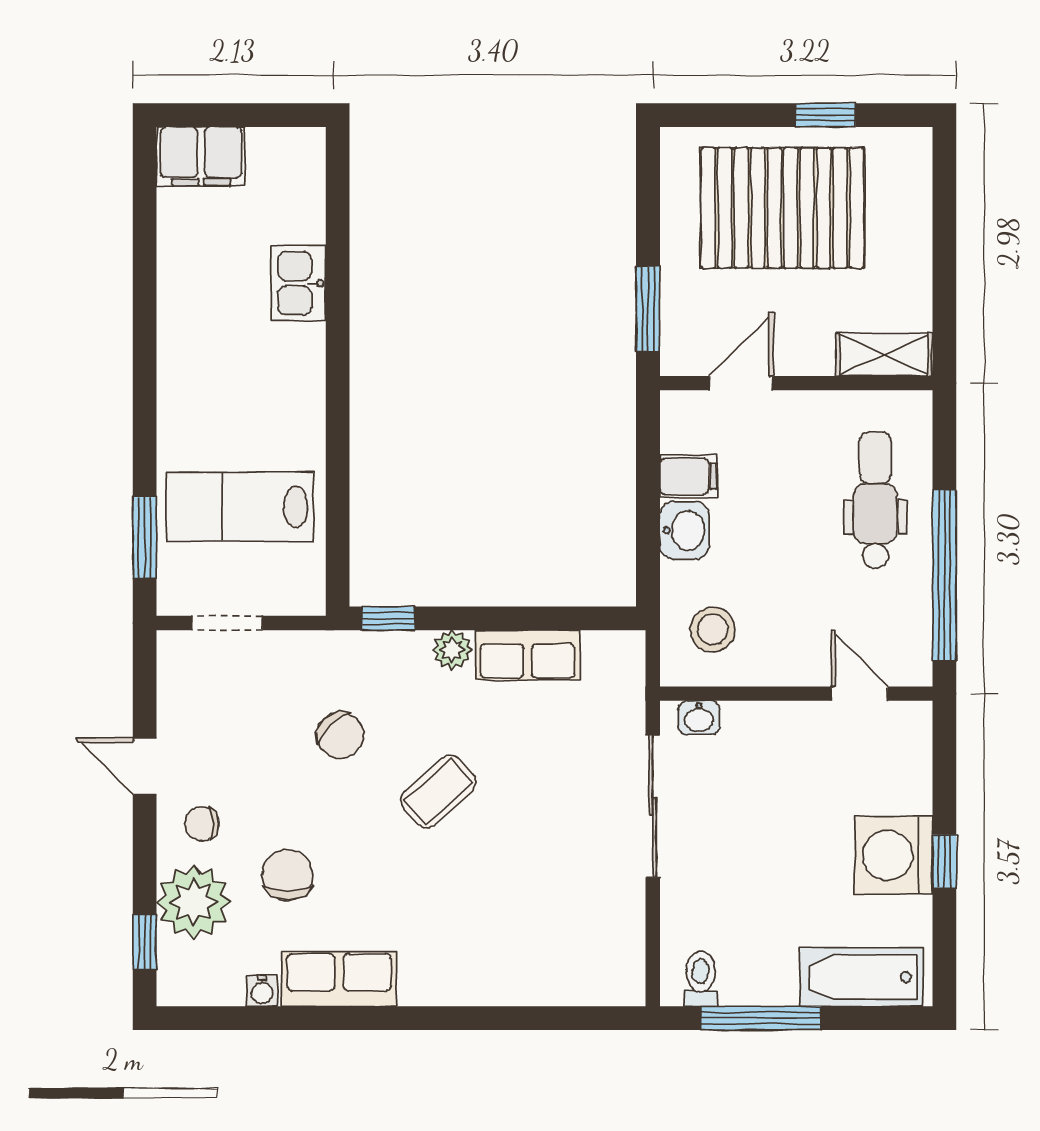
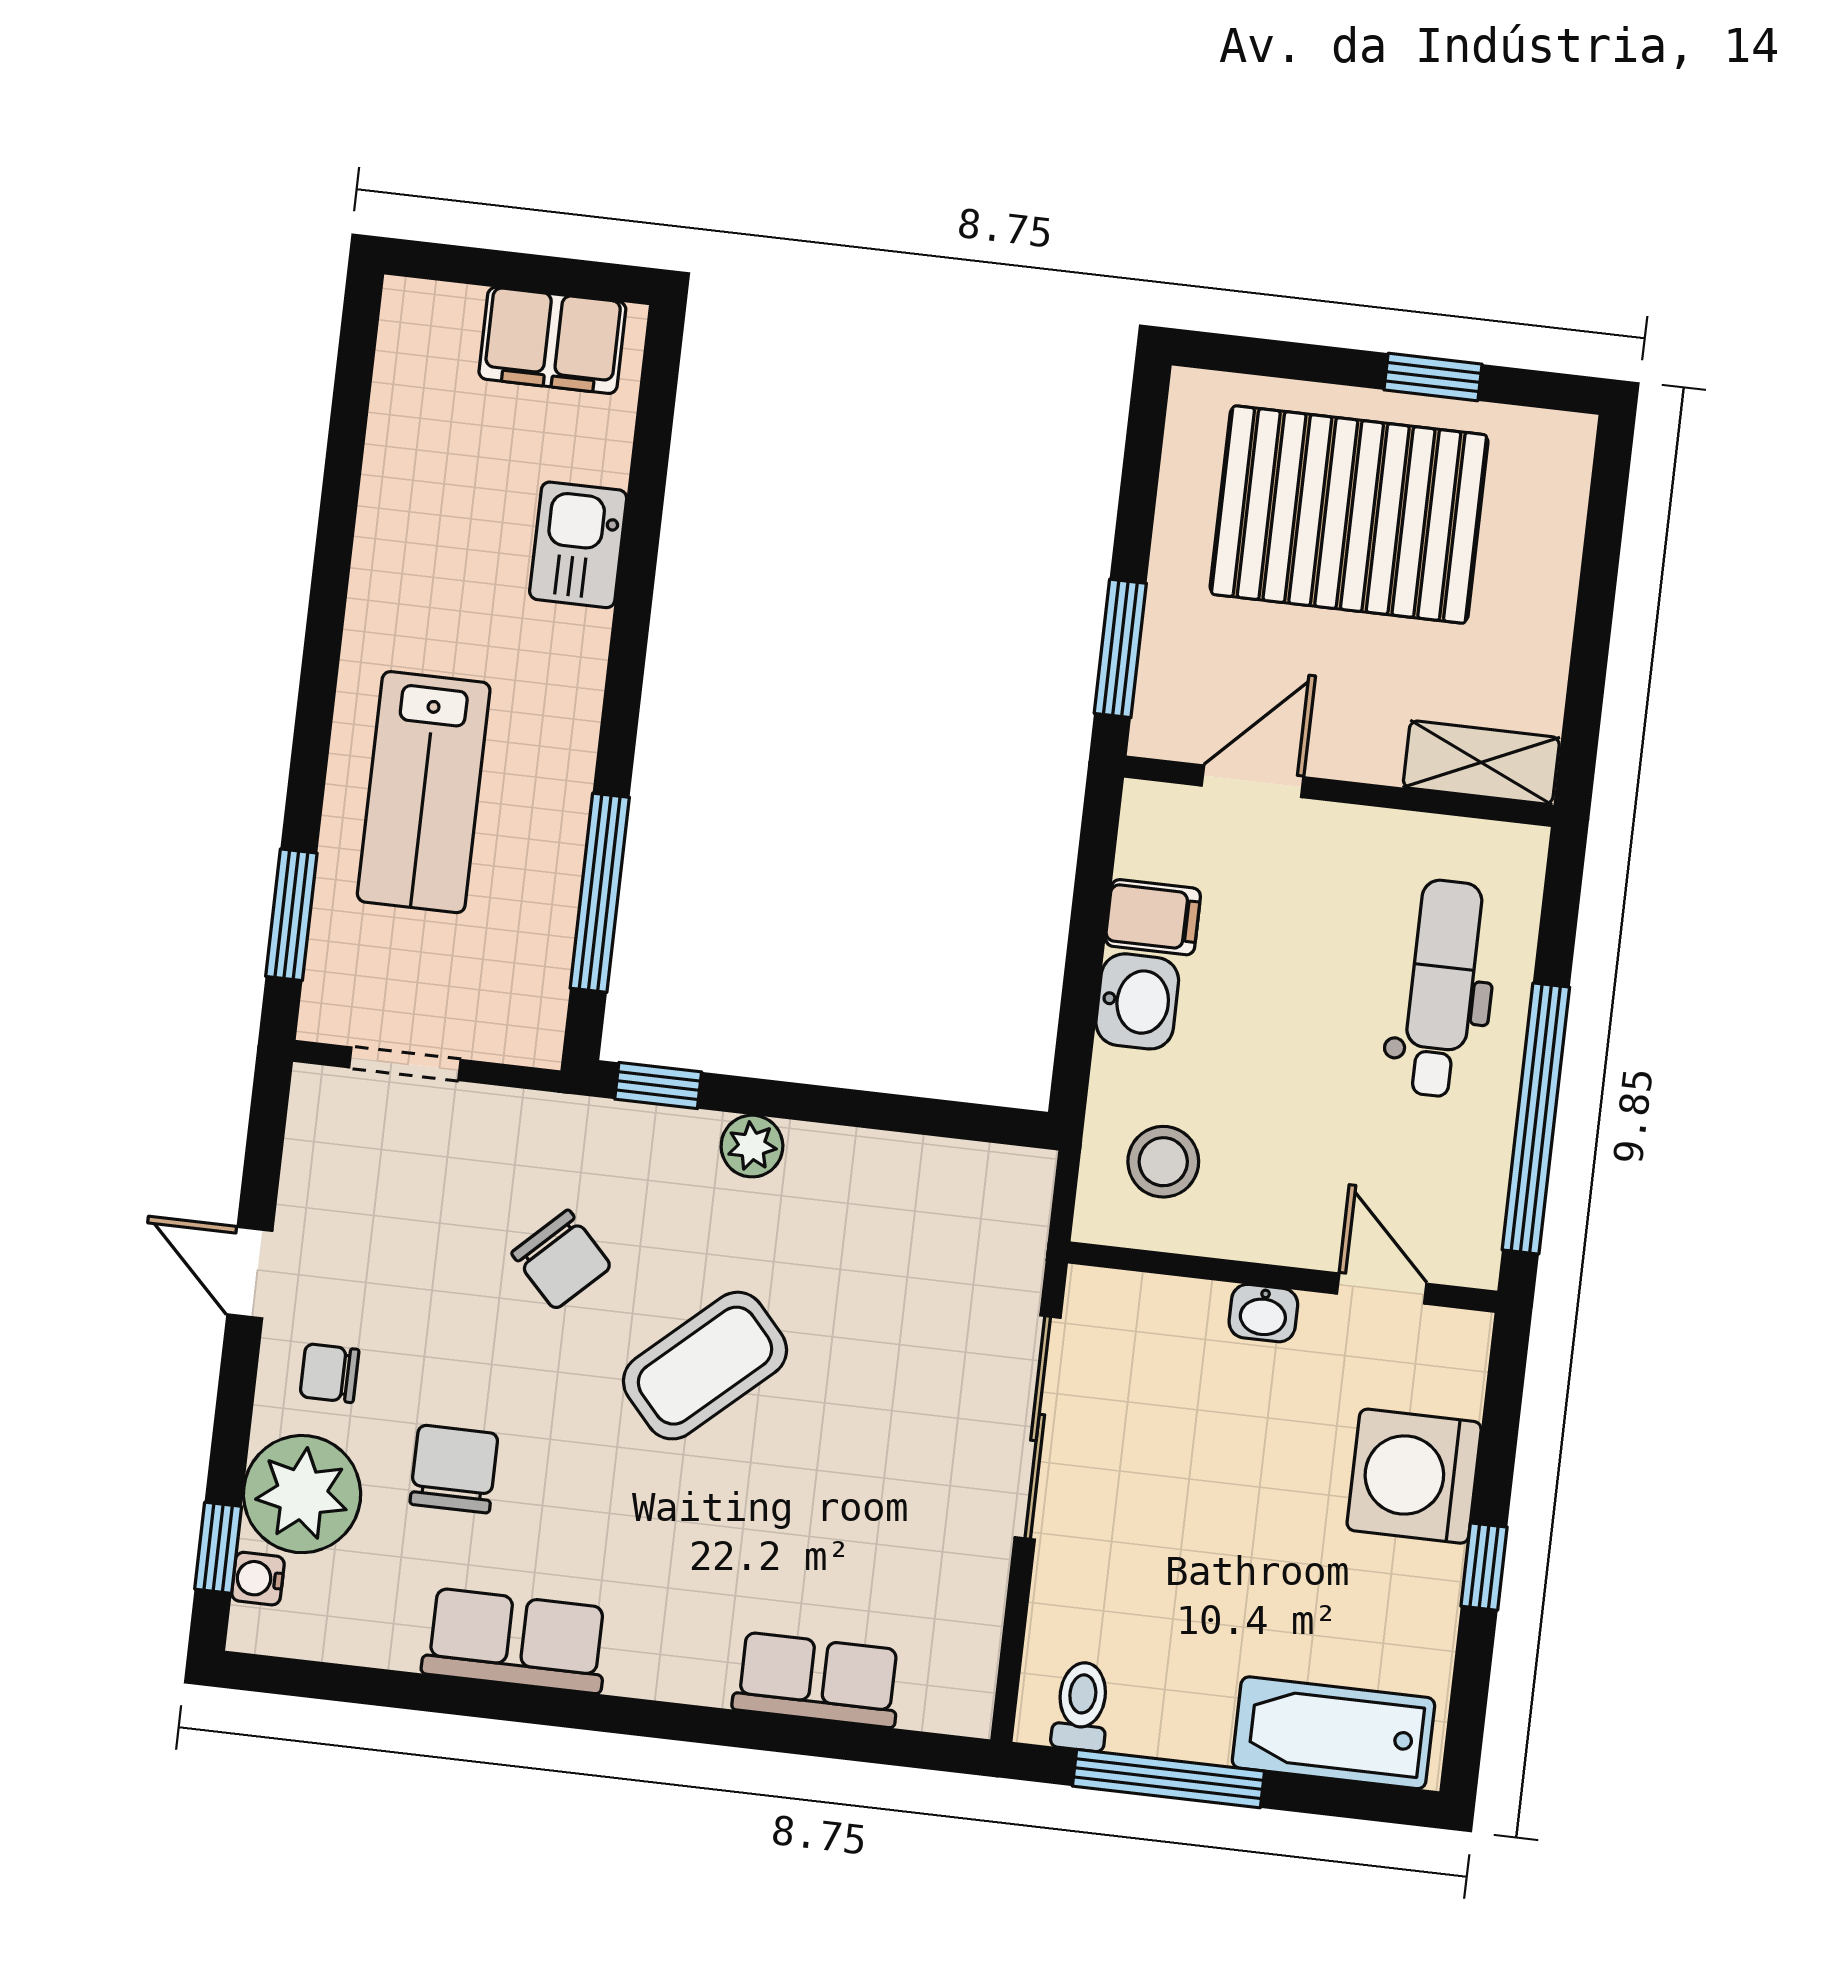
filing cabinet: (201, 156) -> (552, 340), moved
window: (338, 501) -> (600, 893), added
lab bench: (240, 507) -> (424, 792), moved, turned -90
row of seats: (528, 655) -> (817, 1680), moved, turned 180
washbasin: (699, 718) -> (1263, 1313), moved
coffee table: (438, 792) -> (705, 1366), width x1.36, depth x1.30
washing machine: (894, 855) -> (1414, 1476), moved
water cooler: (262, 991) -> (258, 1579), moved, turned 90

